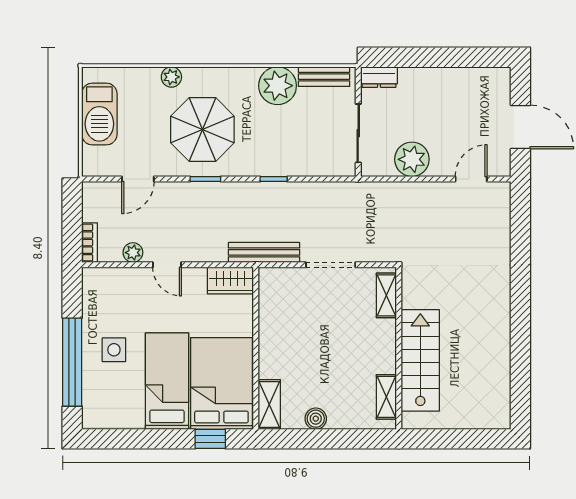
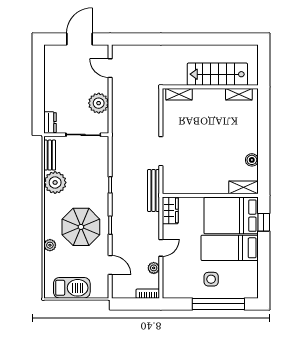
shelving: (386, 295) -> (179, 94), moved
wall: (399, 348) -> (210, 87), moved
stairs: (420, 360) -> (217, 74), moved
shelving: (386, 397) -> (239, 94), moved

